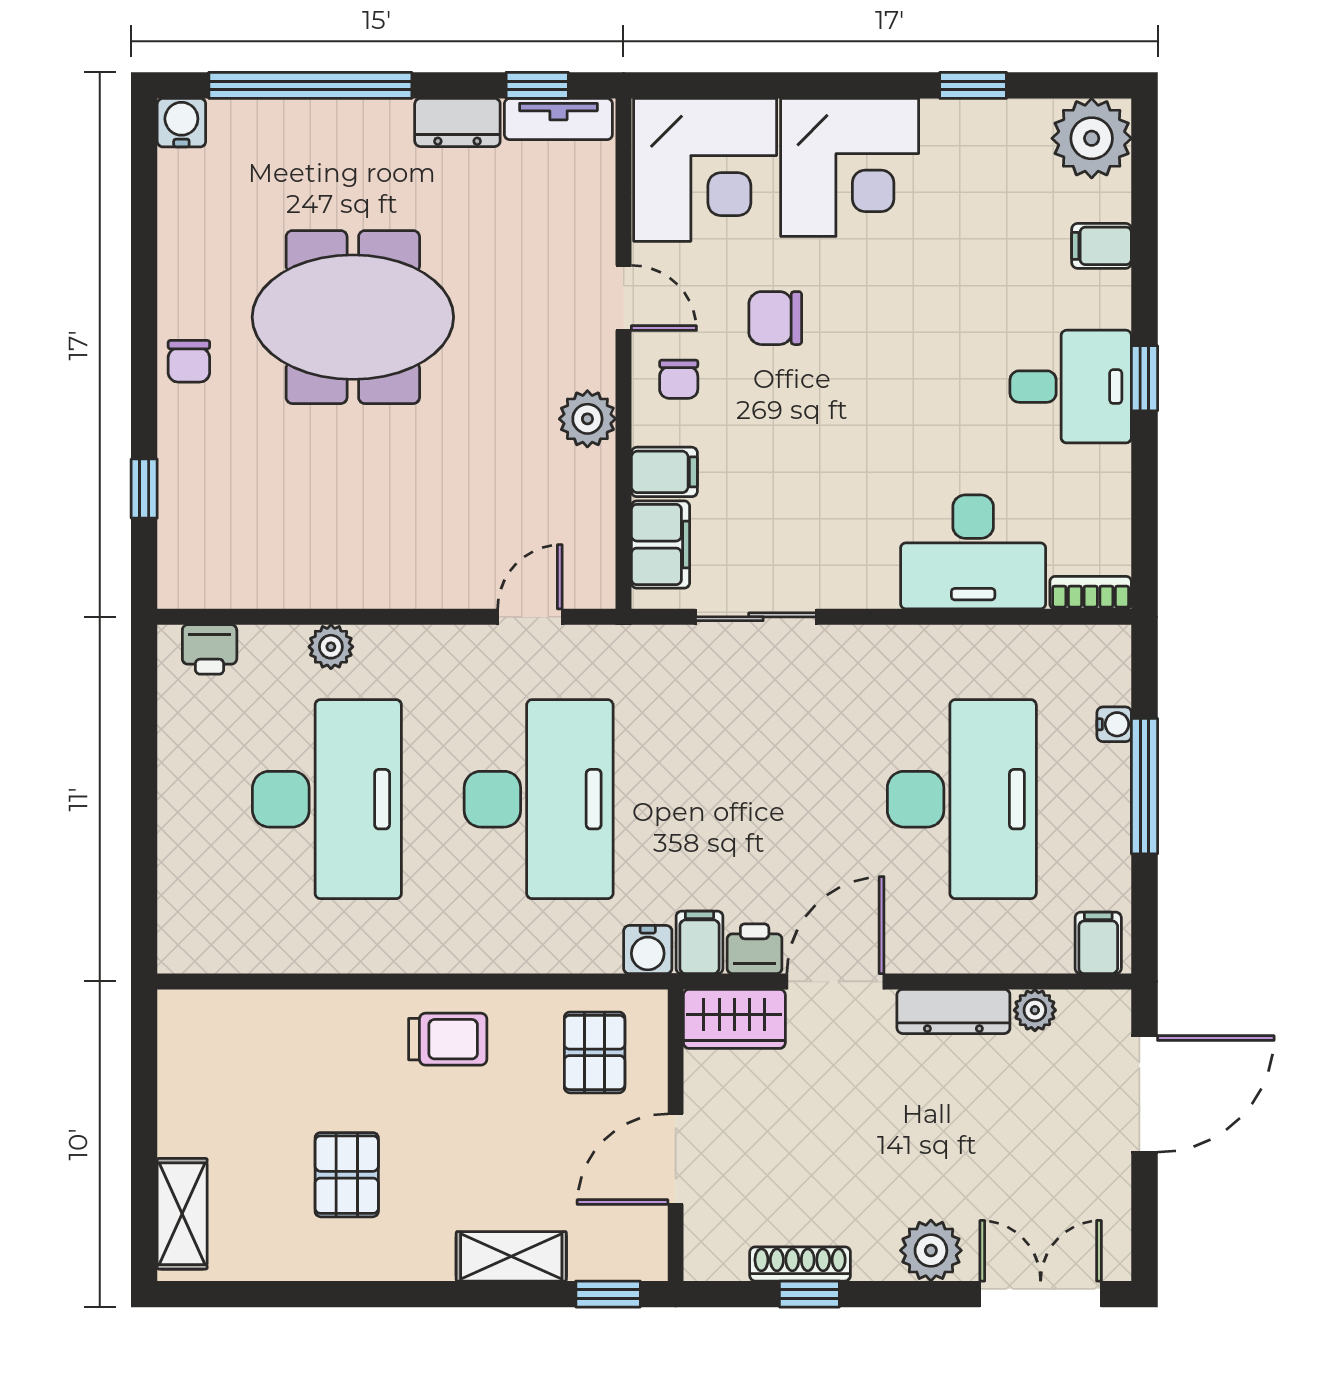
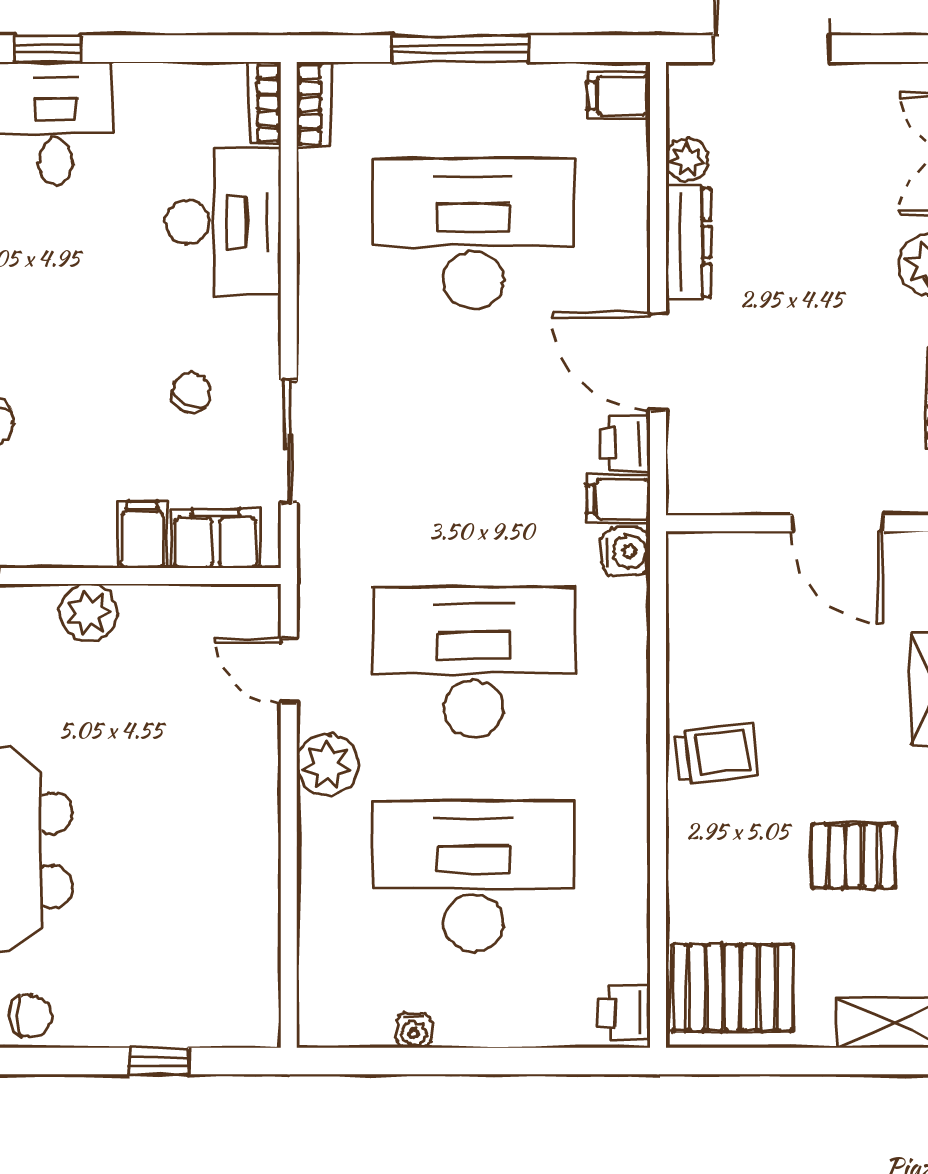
chair: (679, 379) -> (191, 392), moved, turned -64
bookcase: (1089, 642) -> (314, 104), added
plant: (331, 647) -> (327, 765), moved, width x1.38, depth x1.38
printer: (210, 649) -> (625, 1013), moved, turned 180
water cooler: (1114, 724) -> (414, 1030), moved, turned 180
wardrobe: (734, 1019) -> (696, 464), removed
trolley: (448, 1039) -> (716, 754), turned 83
pallet: (595, 1052) -> (732, 988), moved, width x1.50, depth x1.42

